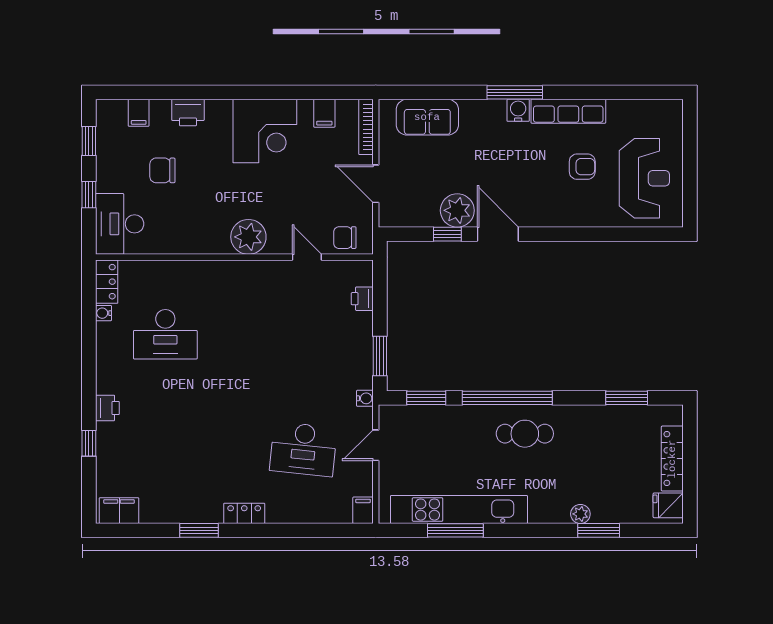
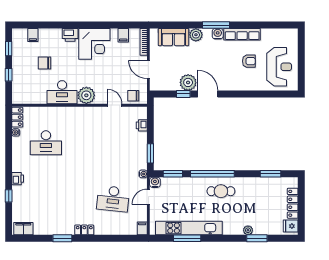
printer: (188, 113) -> (70, 35), moved
plant: (474, 113) -> (196, 35), added
desk: (120, 224) -> (62, 92), moved, turned -90
water cooler: (389, 415) -> (155, 182), added

